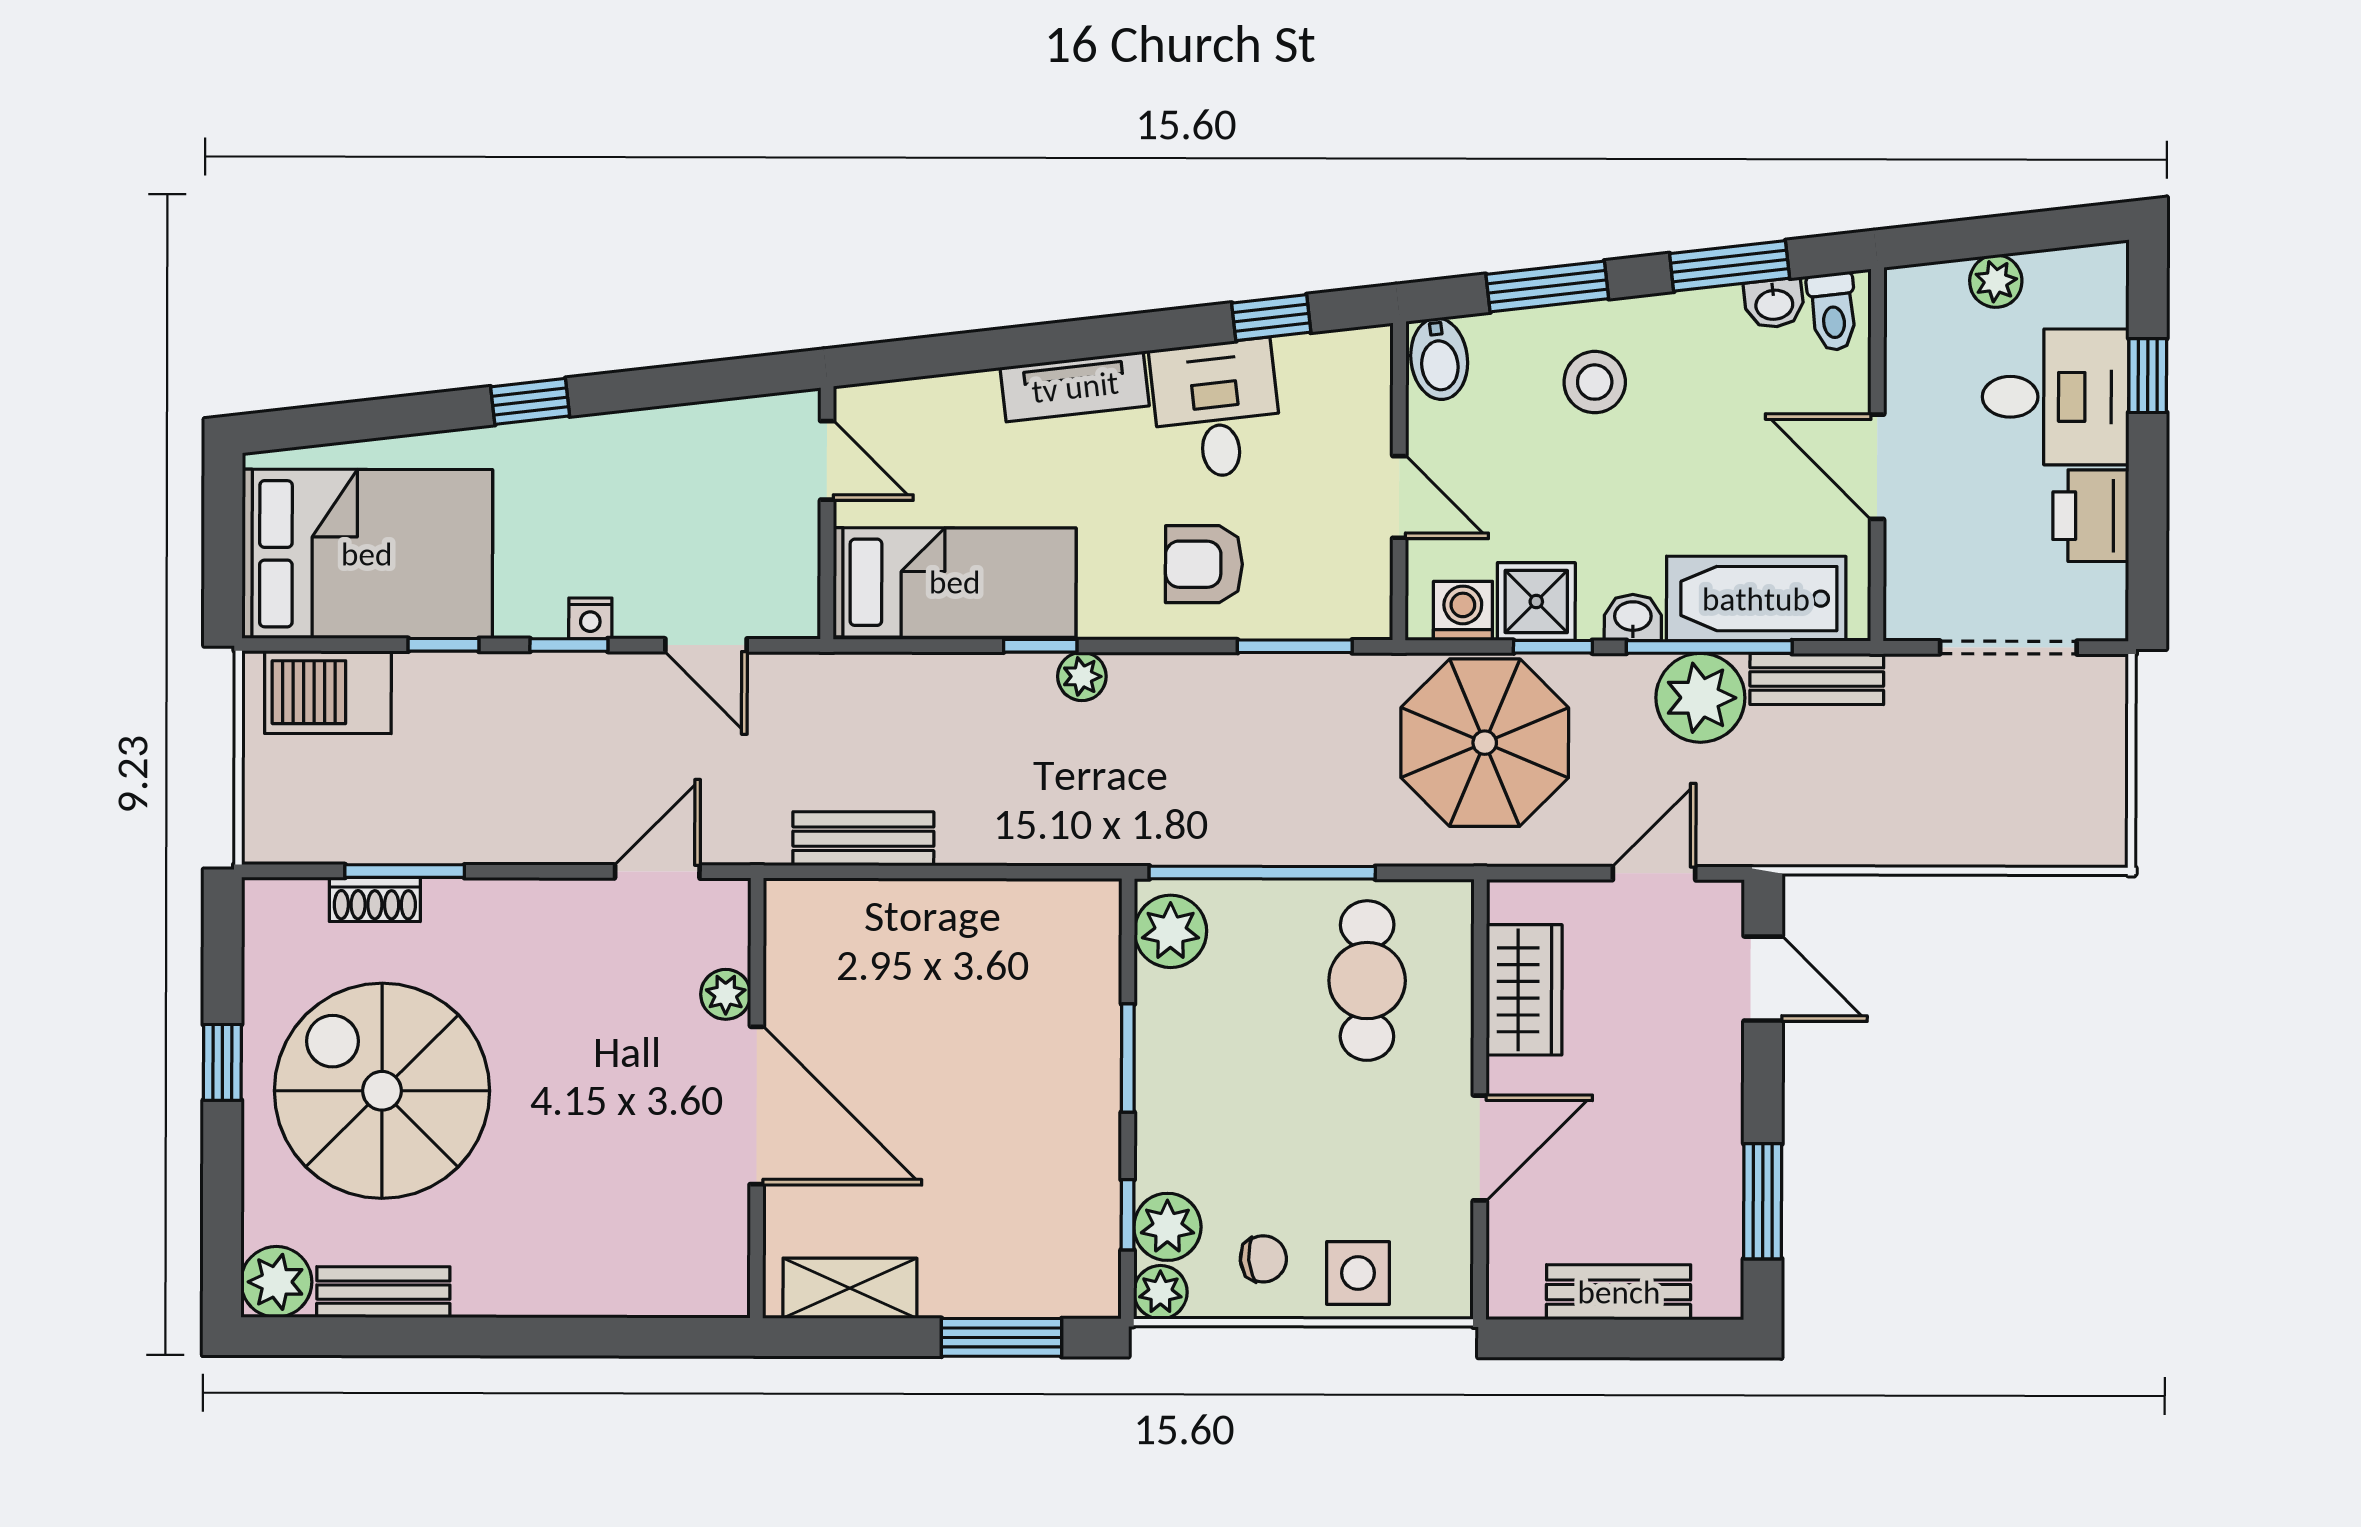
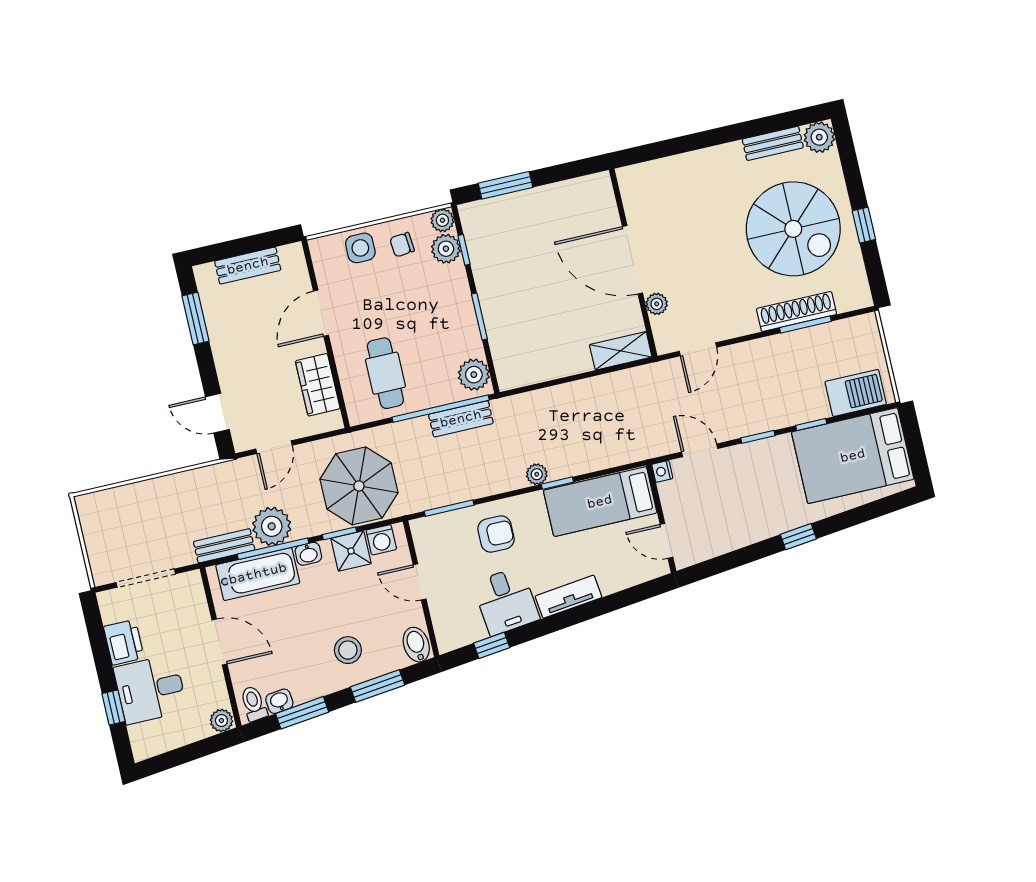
plant: (1996, 281) -> (221, 721), moved
nightstand: (590, 618) -> (662, 471), moved, turned -90
bench: (863, 839) -> (461, 419), moved
shoe rack: (375, 899) -> (796, 311), width x1.94, depth x1.24
shelving: (850, 1288) -> (621, 351), moved

